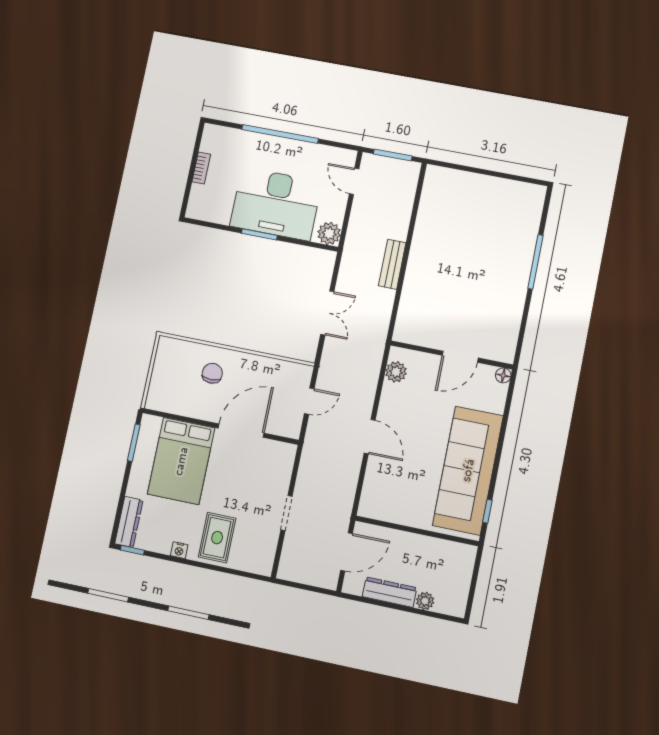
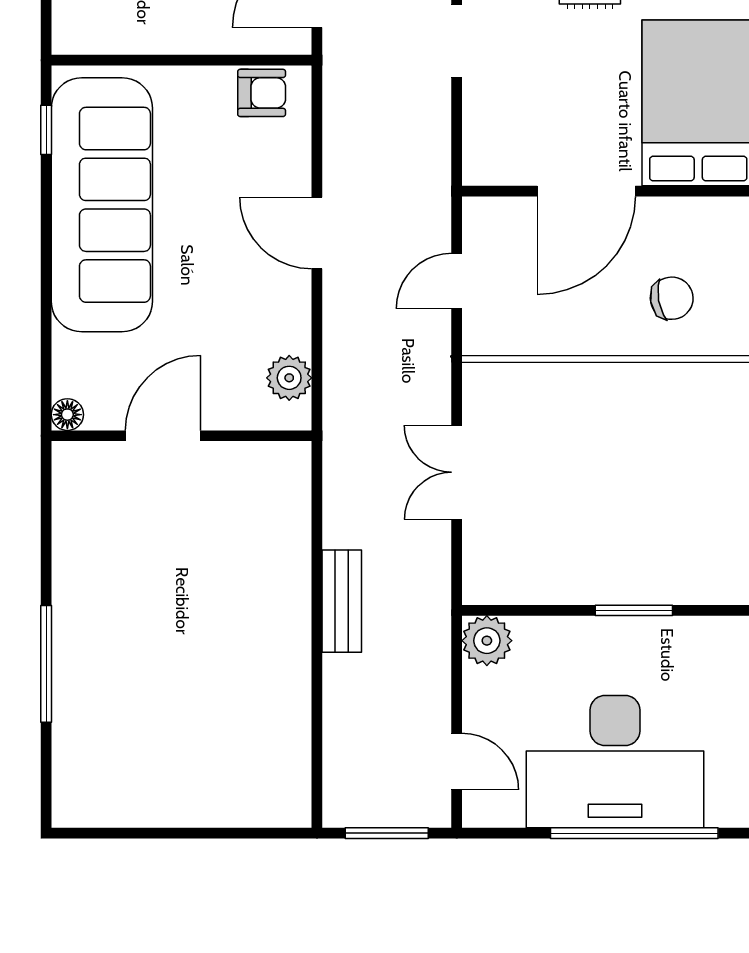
desk: (276, 204) -> (615, 762), moved, turned 180
chair: (212, 373) -> (672, 298), turned -100
armchair: (382, 508) -> (262, 93), added

